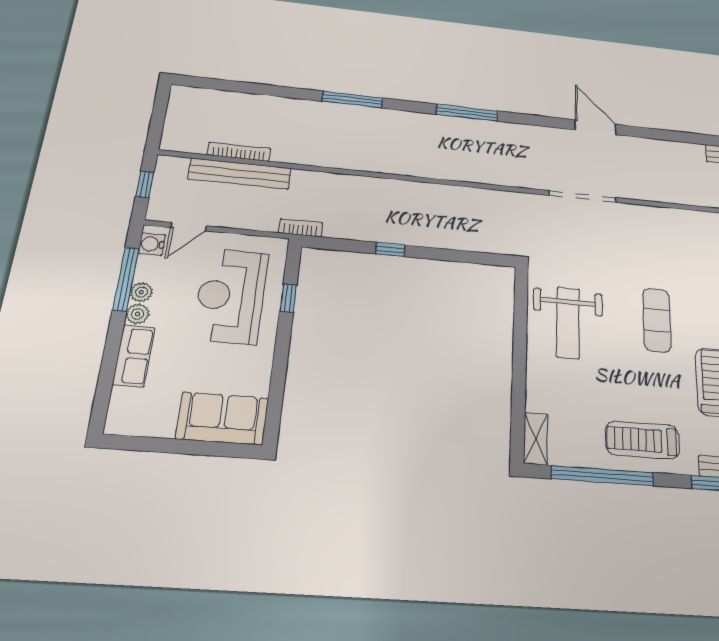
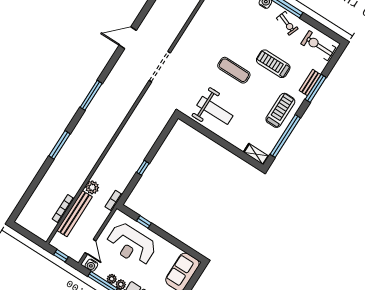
plant: (306, 182) -> (92, 187), added
treadmill: (642, 440) -> (280, 110), turned 180

